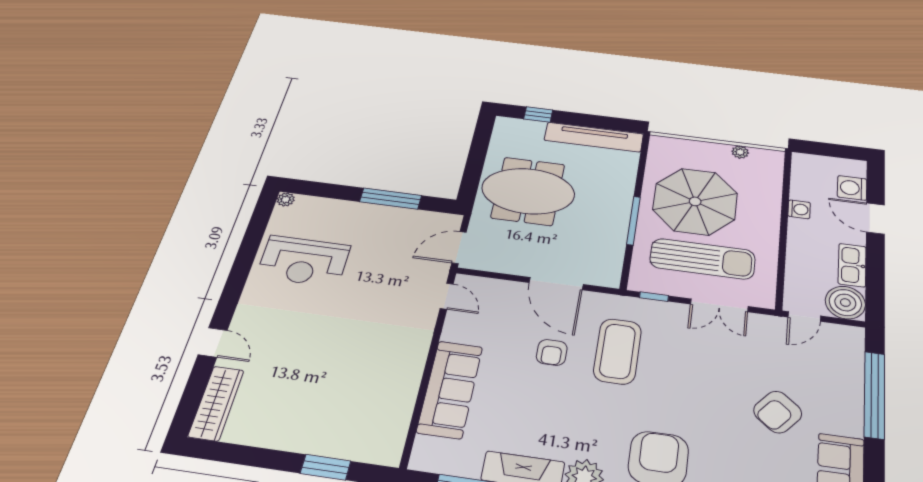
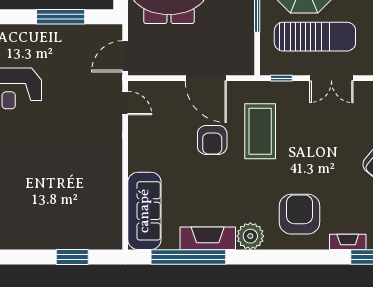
armchair: (552, 352) -> (212, 140), width x1.38, depth x1.38
sofa: (450, 389) -> (144, 211), moved

